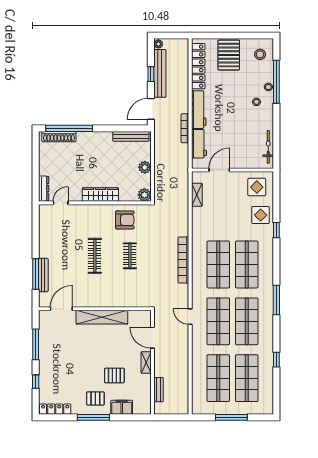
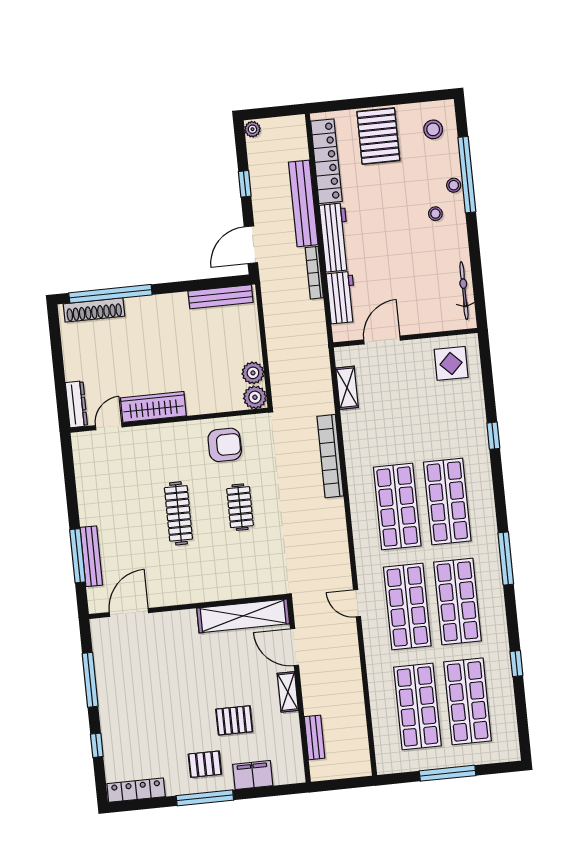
bench: (160, 73) -> (303, 203), moved
plant: (145, 167) -> (253, 373), moved
wardrobe: (100, 194) -> (153, 407), moved
display table: (261, 215) -> (463, 412), removed
bookcase: (183, 260) -> (330, 456), moved
shelving: (102, 317) -> (243, 616), moved

